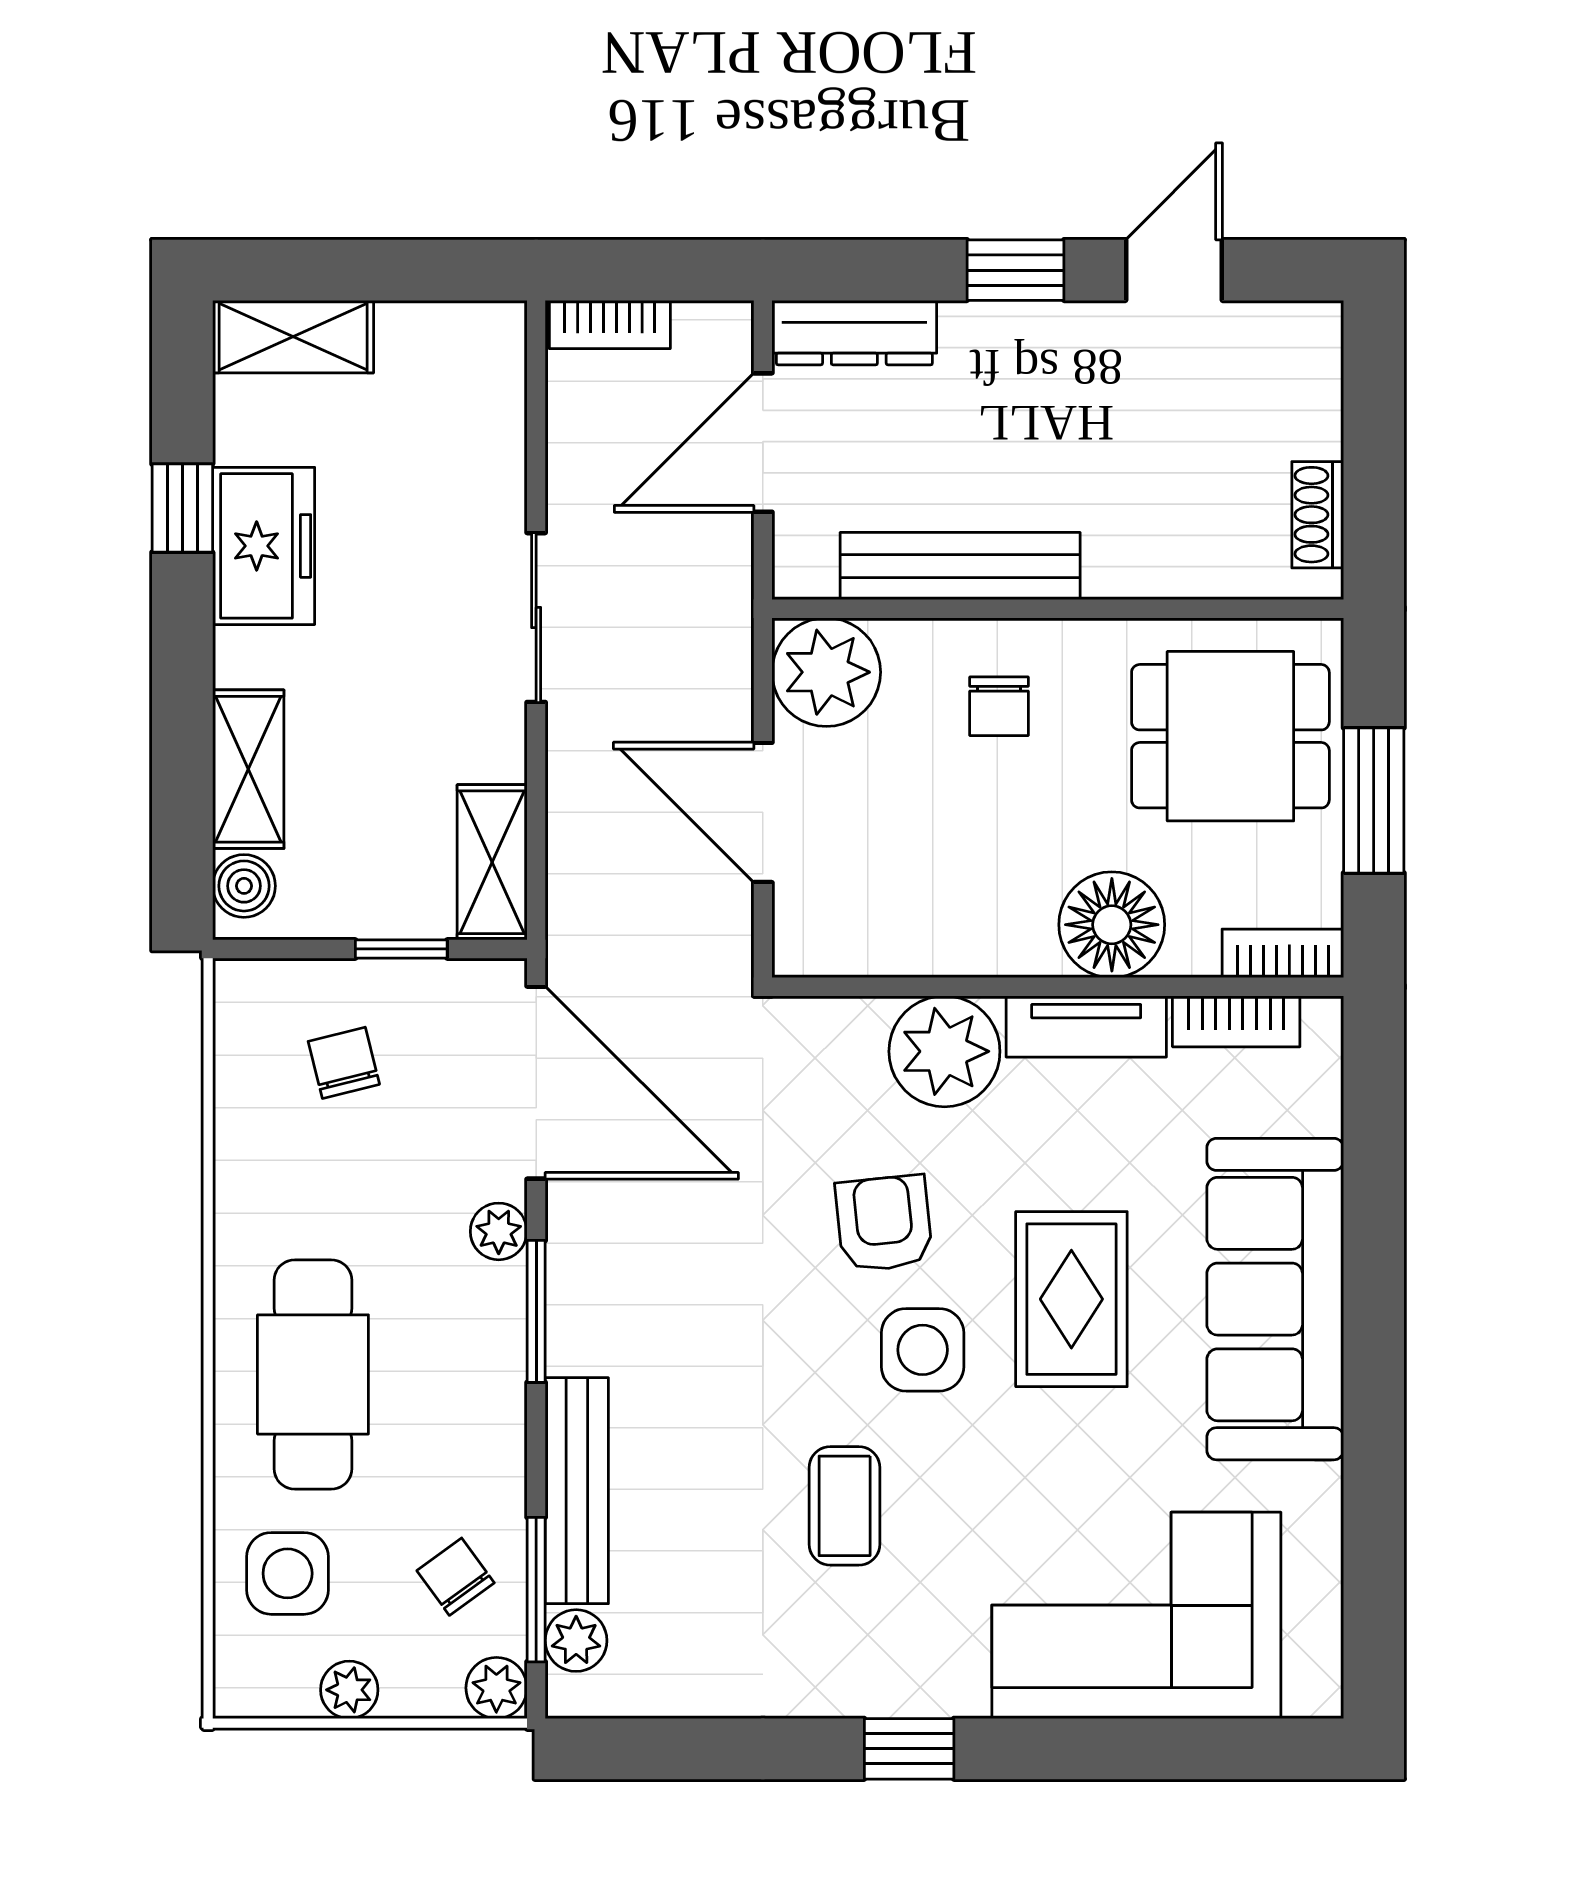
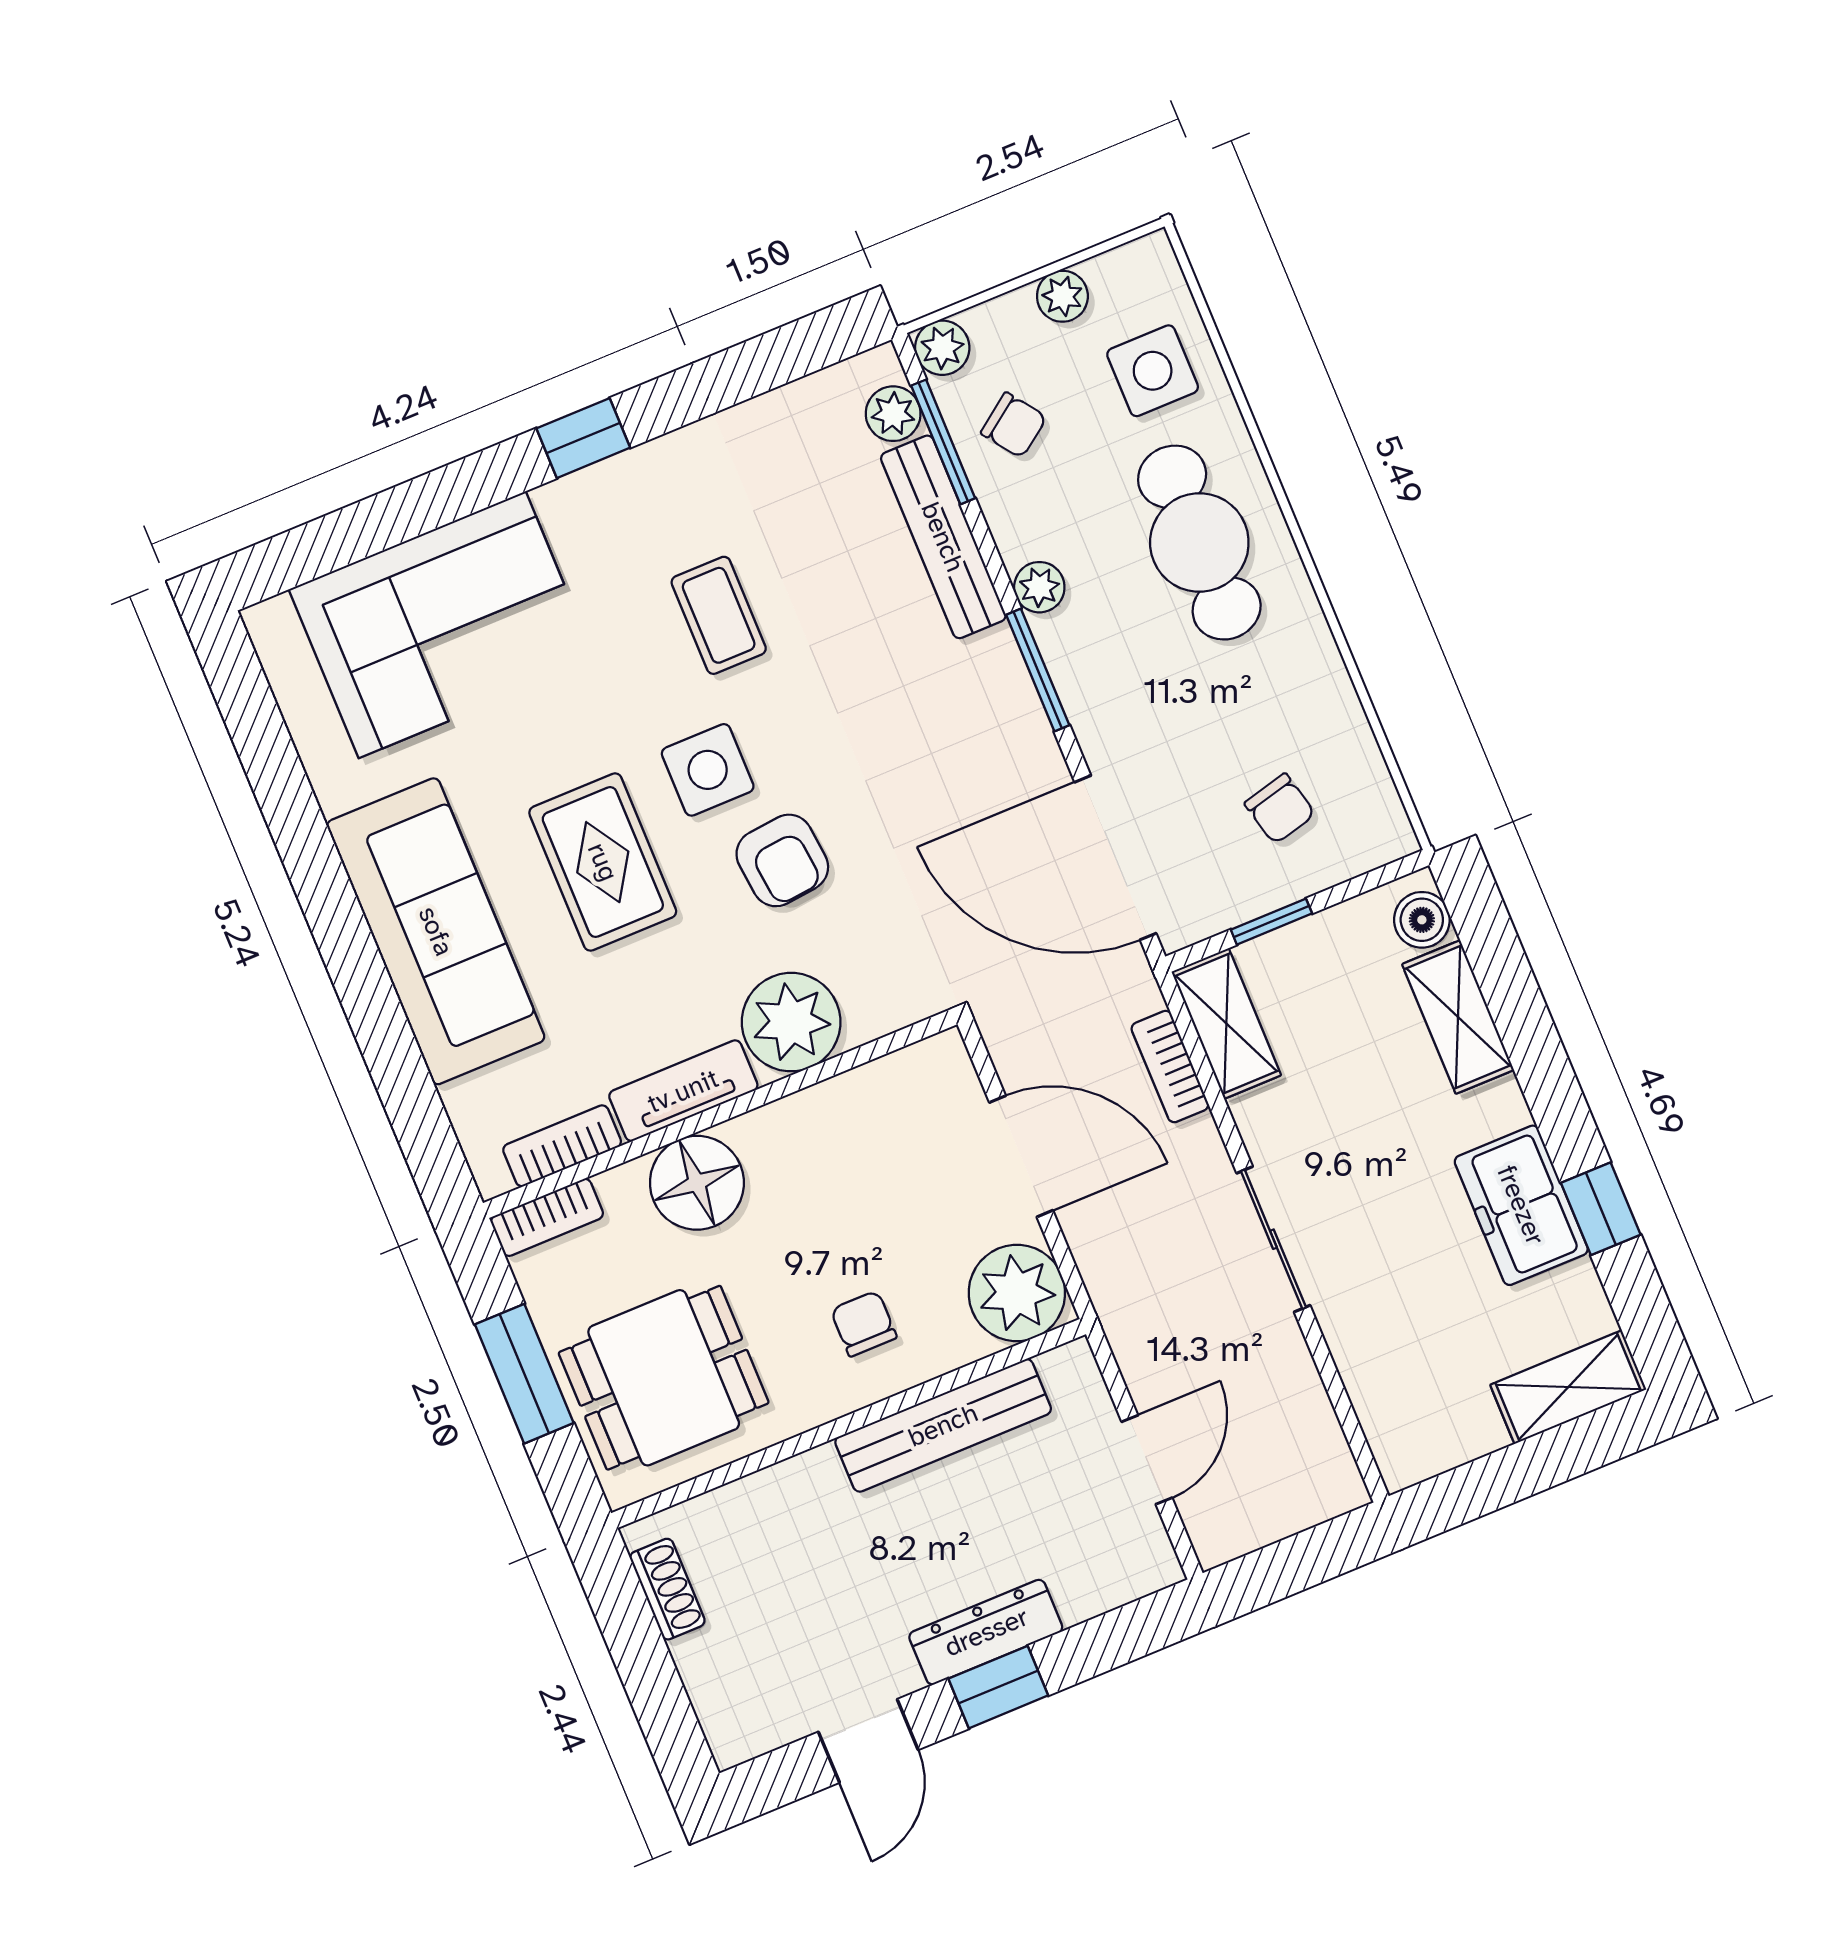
bookcase: (610, 325) -> (1170, 1067), moved, turned -90
dresser: (854, 333) -> (986, 1632), moved
door: (763, 443) -> (1147, 1460), width x0.73
plant: (499, 1231) -> (1039, 587), moved

